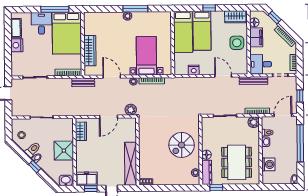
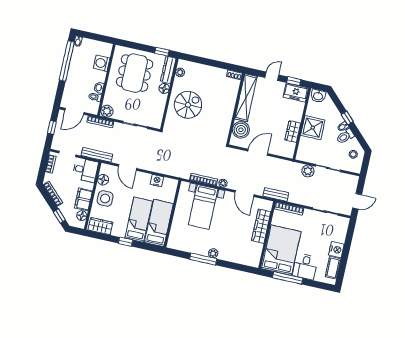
floor lamp: (243, 59) -> (103, 180), added
plant: (131, 110) -> (308, 171), moved
wardrobe: (81, 131) -> (293, 132), moved
boiler: (128, 133) -> (241, 130), added
window: (300, 143) -> (67, 61), moved

